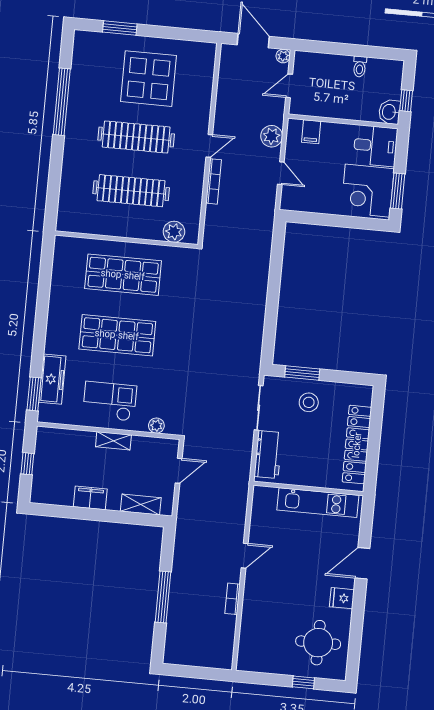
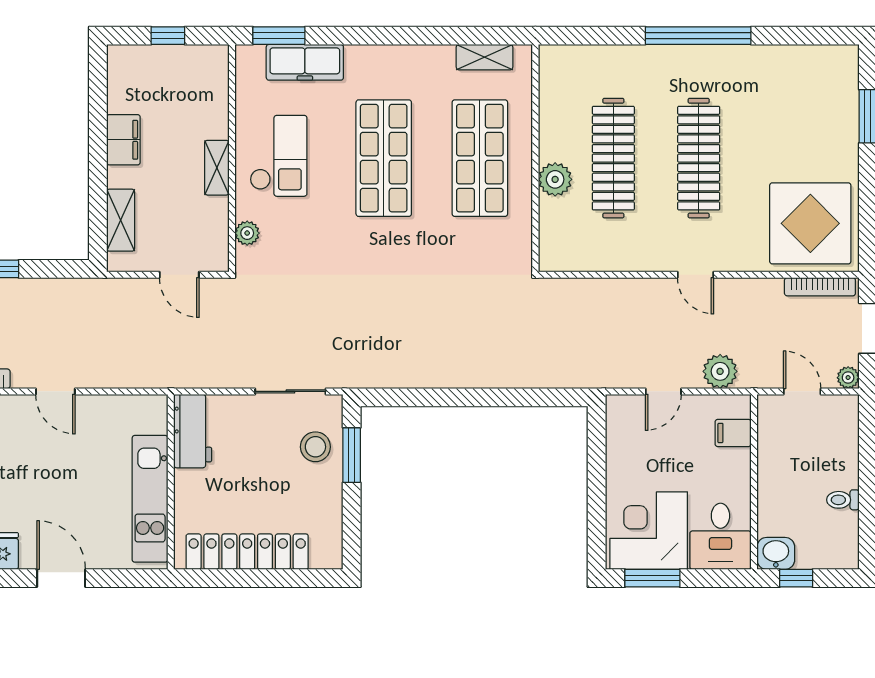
display table: (149, 79) -> (810, 223), moved
window: (62, 102) -> (698, 36), moved
bookcase: (214, 181) -> (820, 287), moved
plant: (174, 232) -> (555, 179), moved
shelving: (60, 266) -> (485, 57), added
stool: (309, 402) -> (315, 447), moved
workbench: (268, 455) -> (193, 431), moved, turned -90

